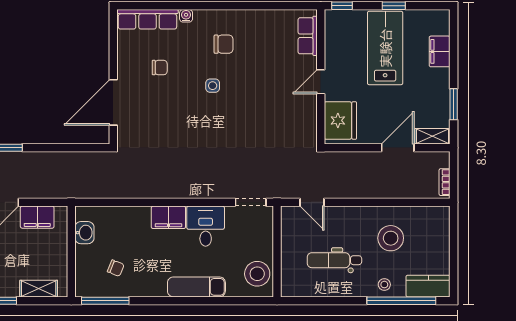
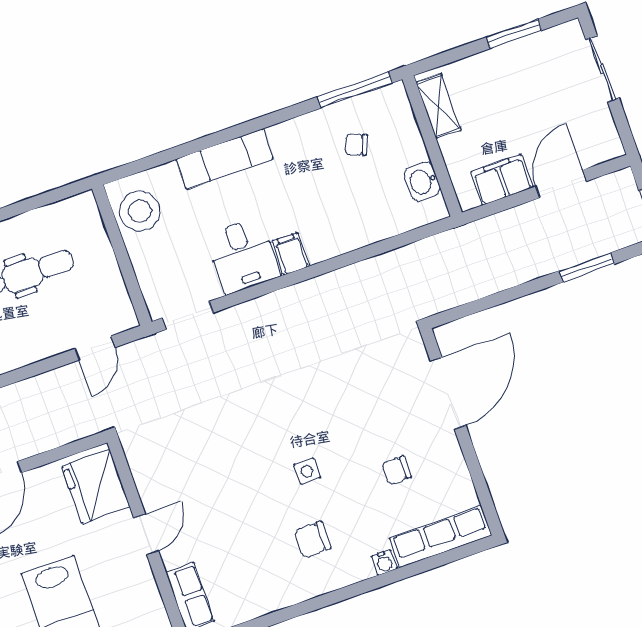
door: (312, 202) -> (95, 348), swing flipped
filing cabinet: (168, 217) -> (291, 254), width x0.50
shelving: (39, 289) -> (438, 106), moved, turned 90

